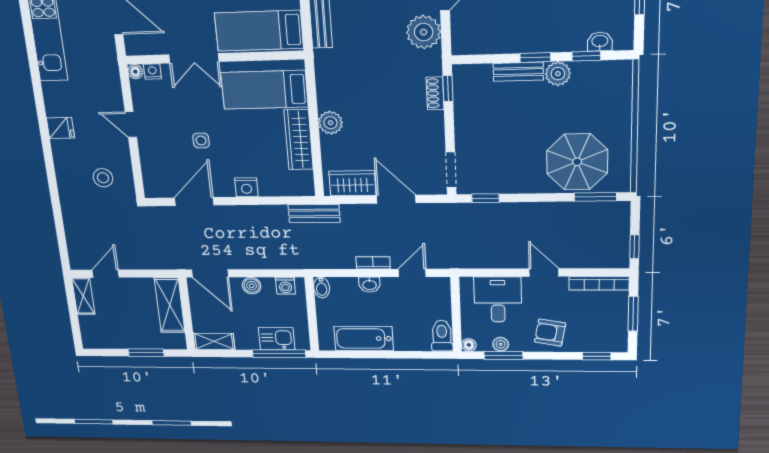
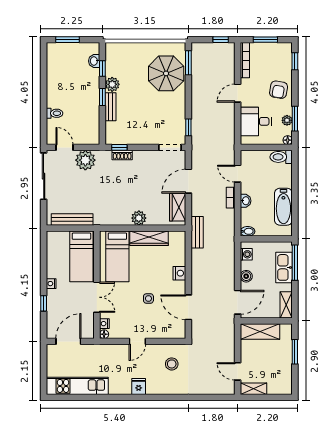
kitchen sink: (277, 339) -> (284, 267), width x1.38

